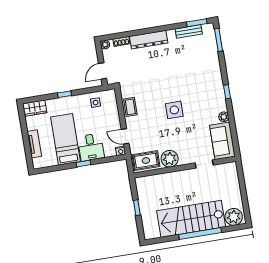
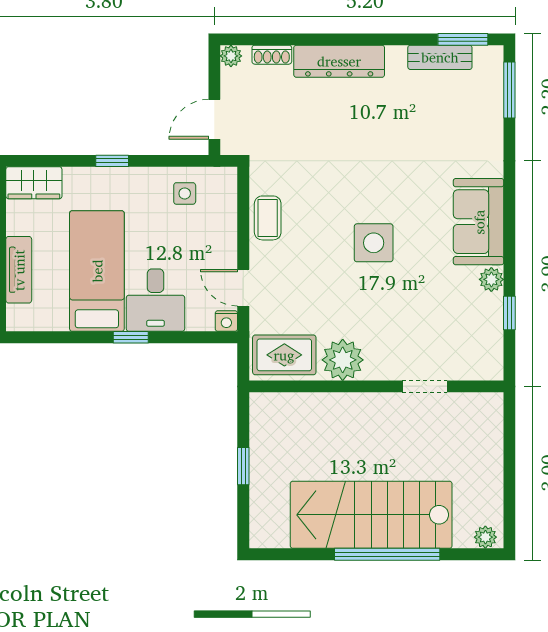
window: (227, 92) -> (509, 313), moved
sofa: (222, 141) -> (479, 222), moved
plant: (234, 217) -> (485, 537), width x0.53, depth x0.53

